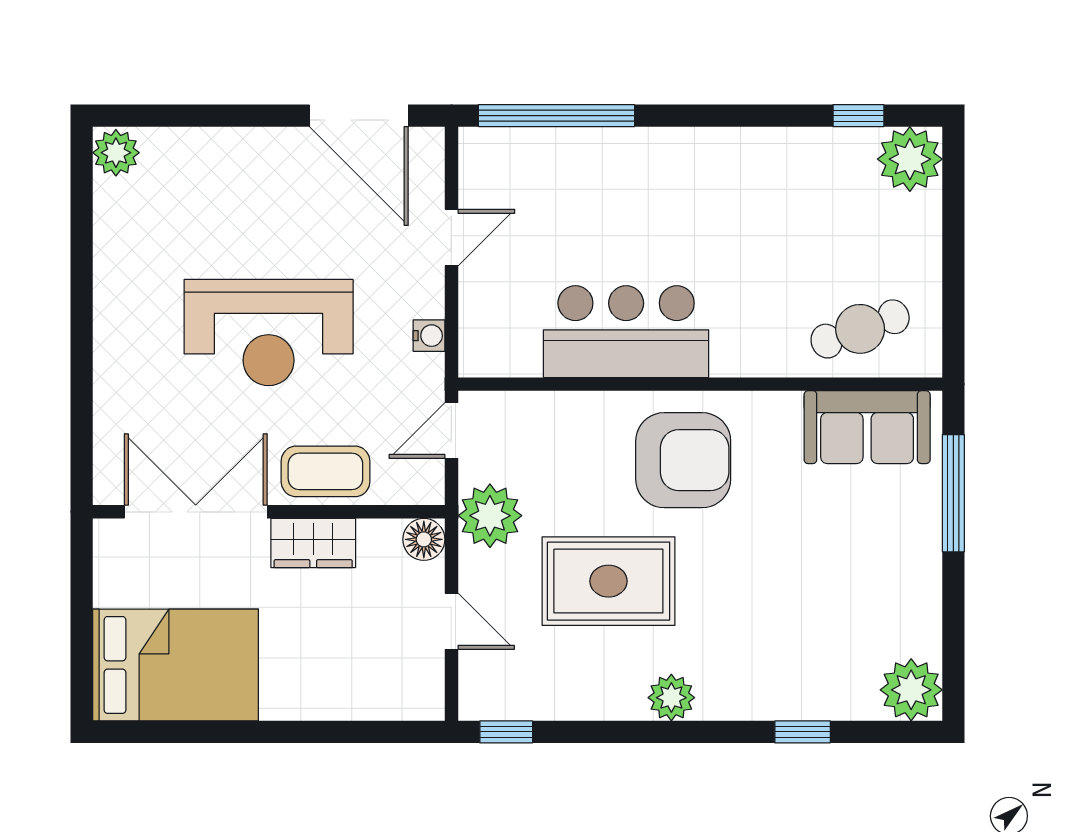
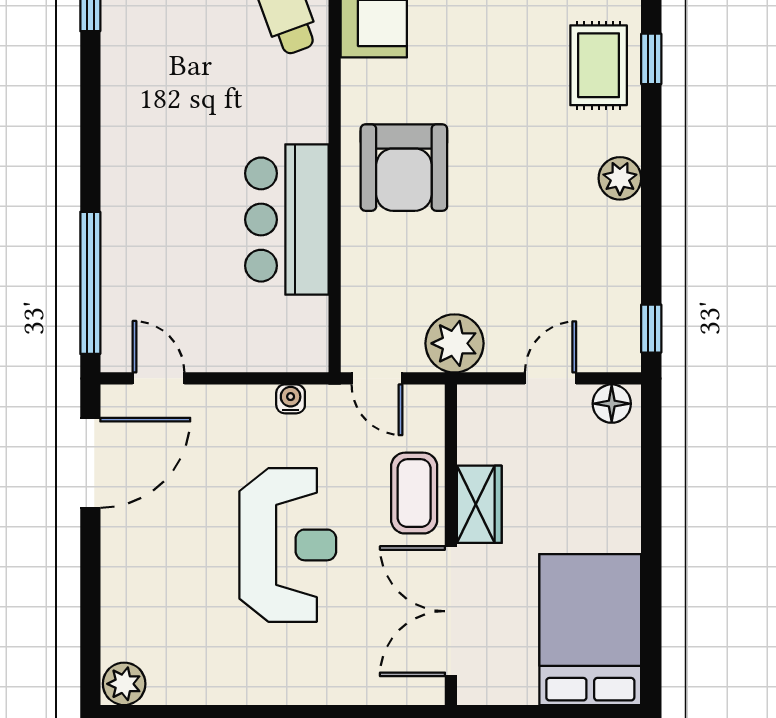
door: (451, 238) -> (159, 378), moved
armchair: (683, 460) -> (404, 168), turned 180
floor lamp: (424, 539) -> (612, 404), moved
rug: (608, 581) -> (599, 65), moved, width x0.73, depth x0.70

